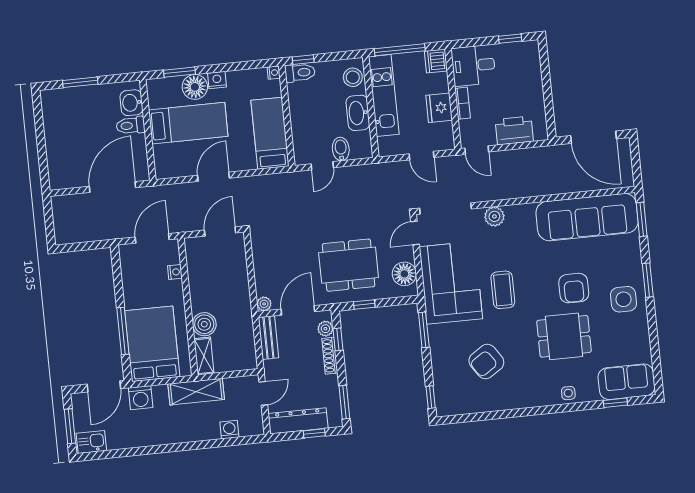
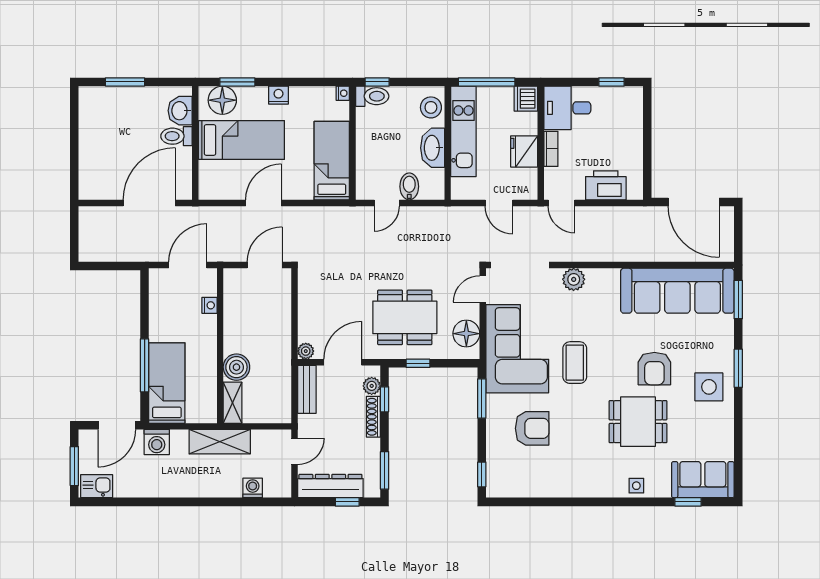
floor lamp: (195, 87) -> (222, 100), moved
bed: (152, 344) -> (167, 383), width x0.67
armchair: (486, 362) -> (532, 428), moved, turned -146

